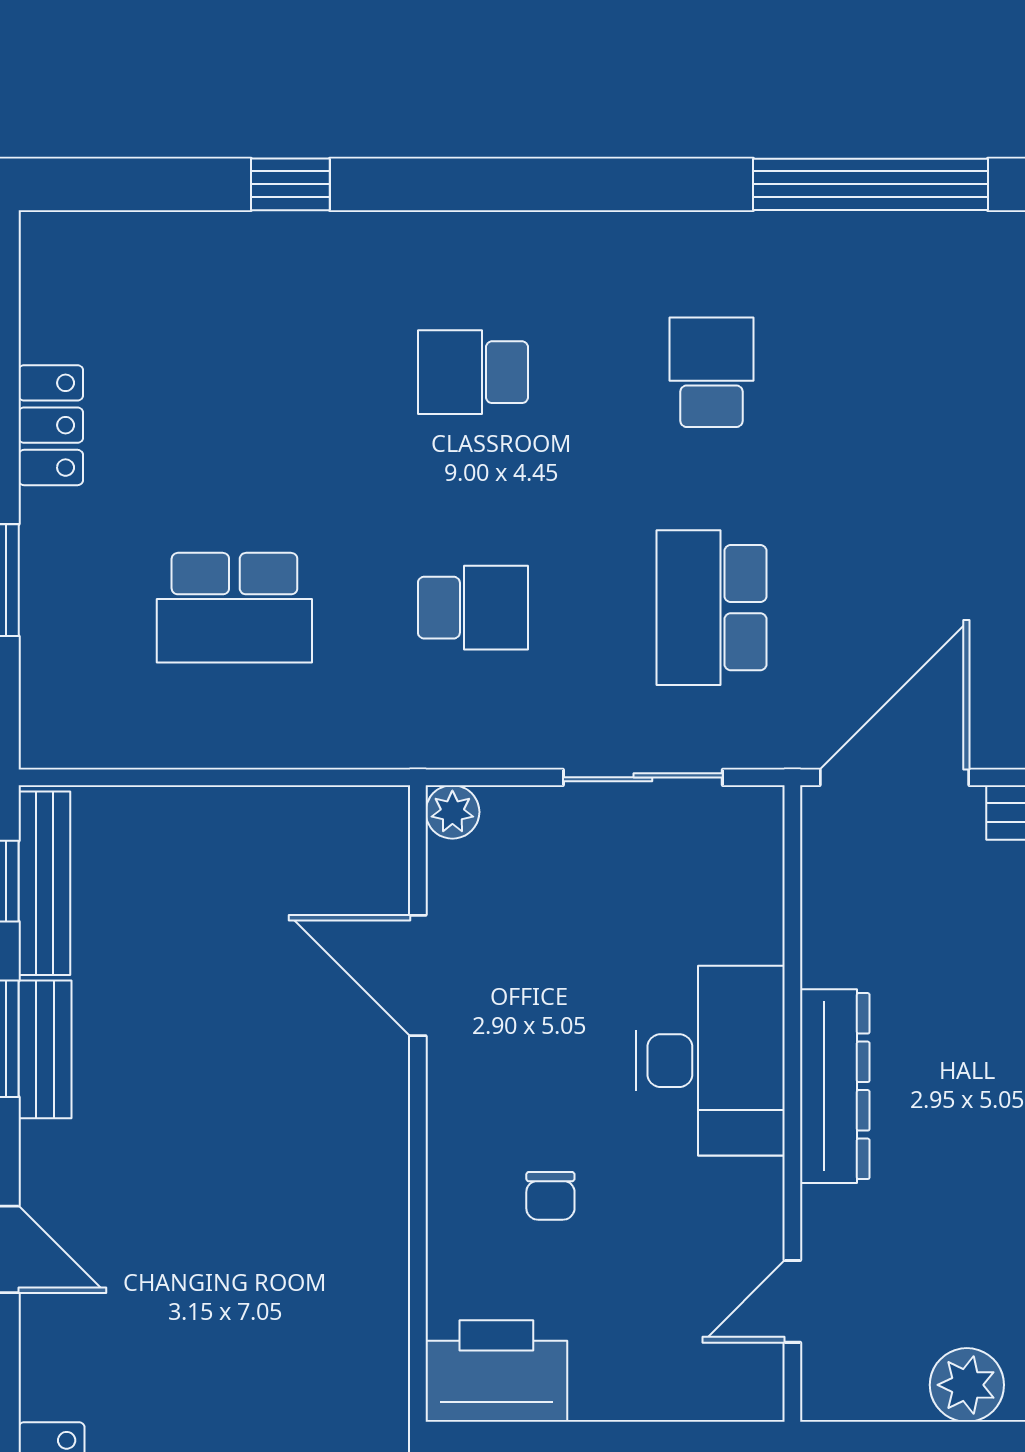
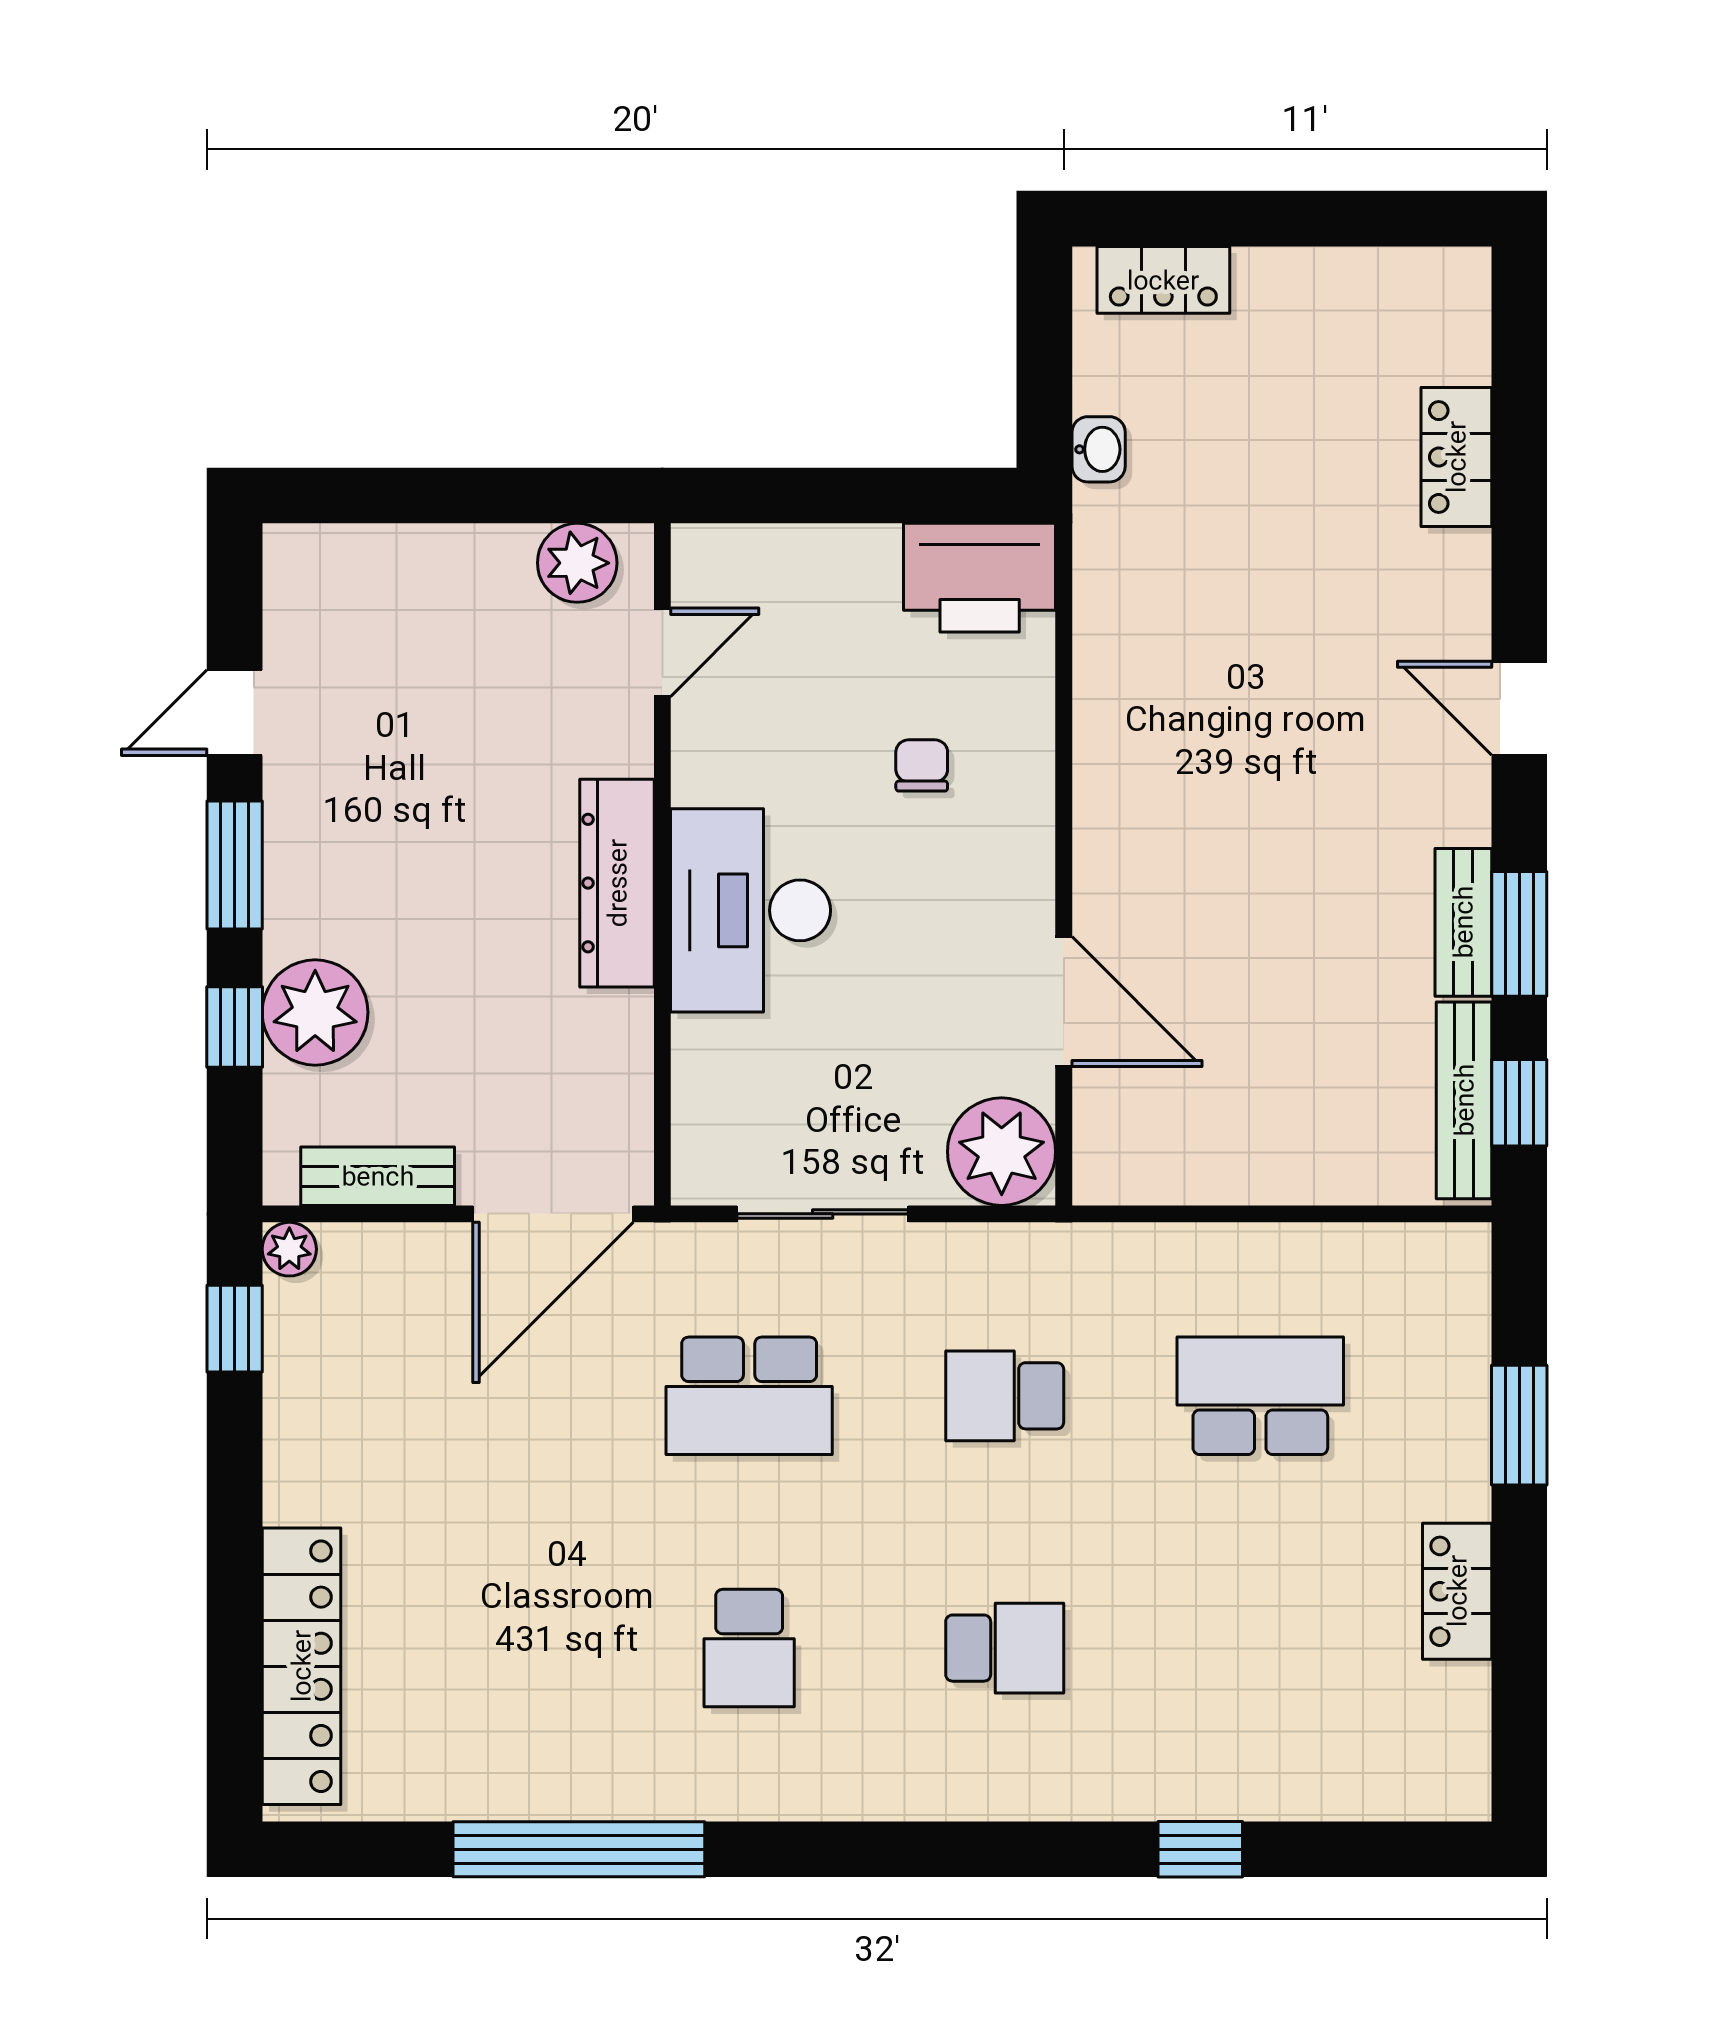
school desk: (711, 608) -> (749, 1396), turned 90
plant: (452, 812) -> (1002, 1152), width x1.87, depth x1.87
plant: (967, 1385) -> (577, 563), moved

